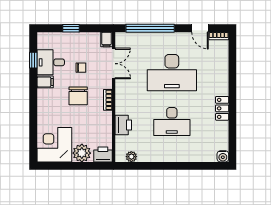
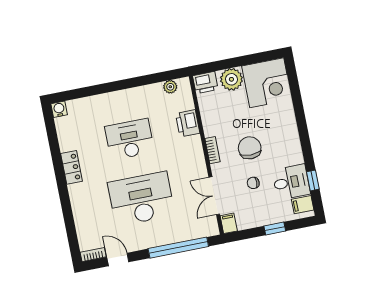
filing cabinet: (45, 82) -> (303, 205), moved

